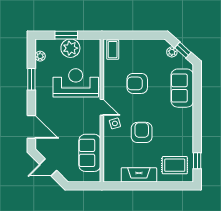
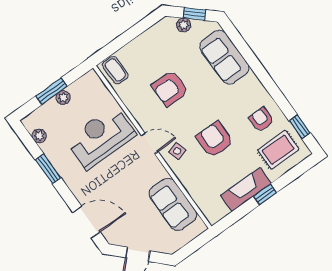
plant: (70, 48) -> (63, 98), width x0.53, depth x0.53
armchair: (178, 140) -> (261, 119), added
window: (148, 186) -> (265, 194), added

